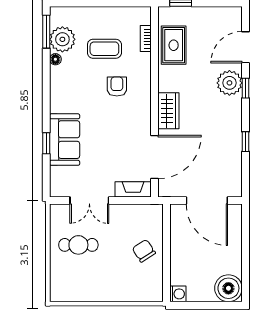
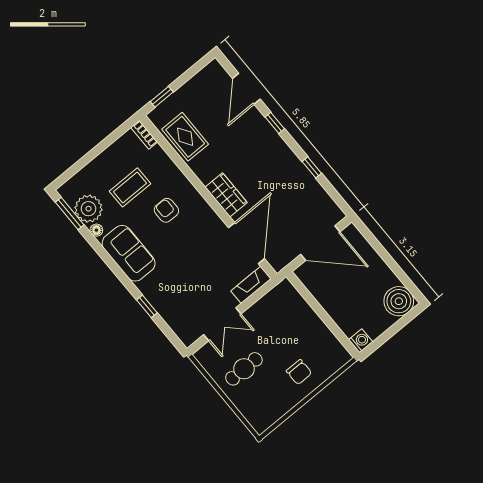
bookcase: (146, 39) -> (144, 135), moved
plant: (229, 83) -> (258, 129), removed
sofa: (65, 140) -> (129, 253), moved
chair: (144, 251) -> (299, 372), moved, turned -147

